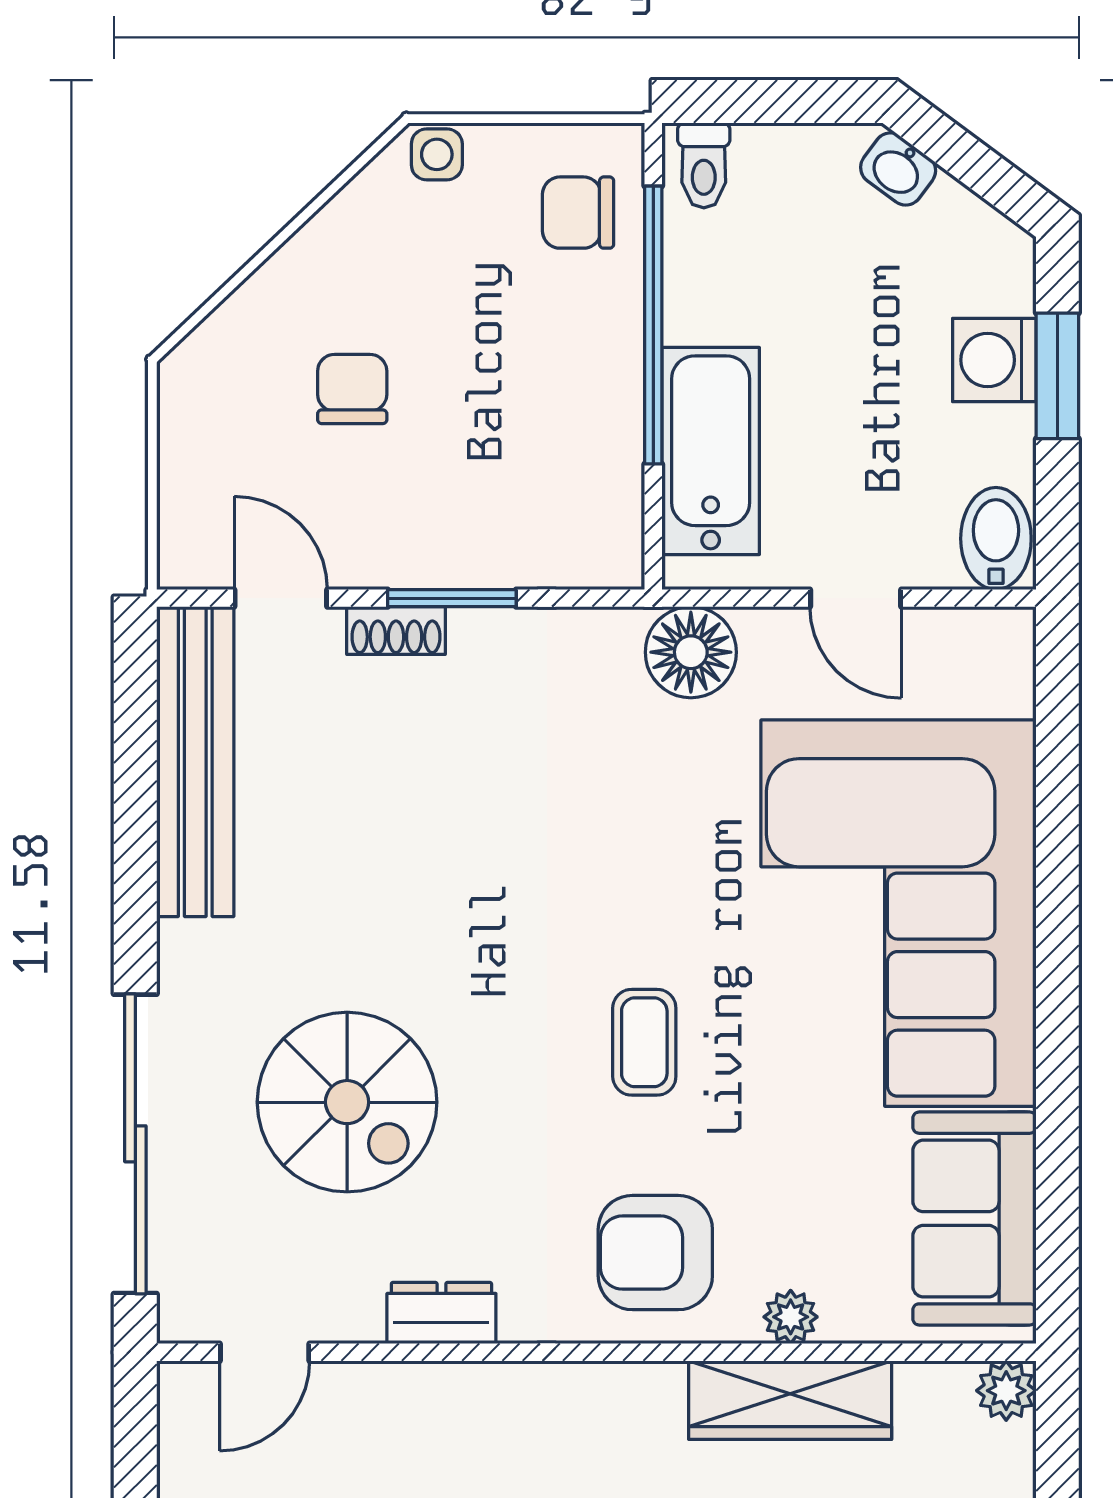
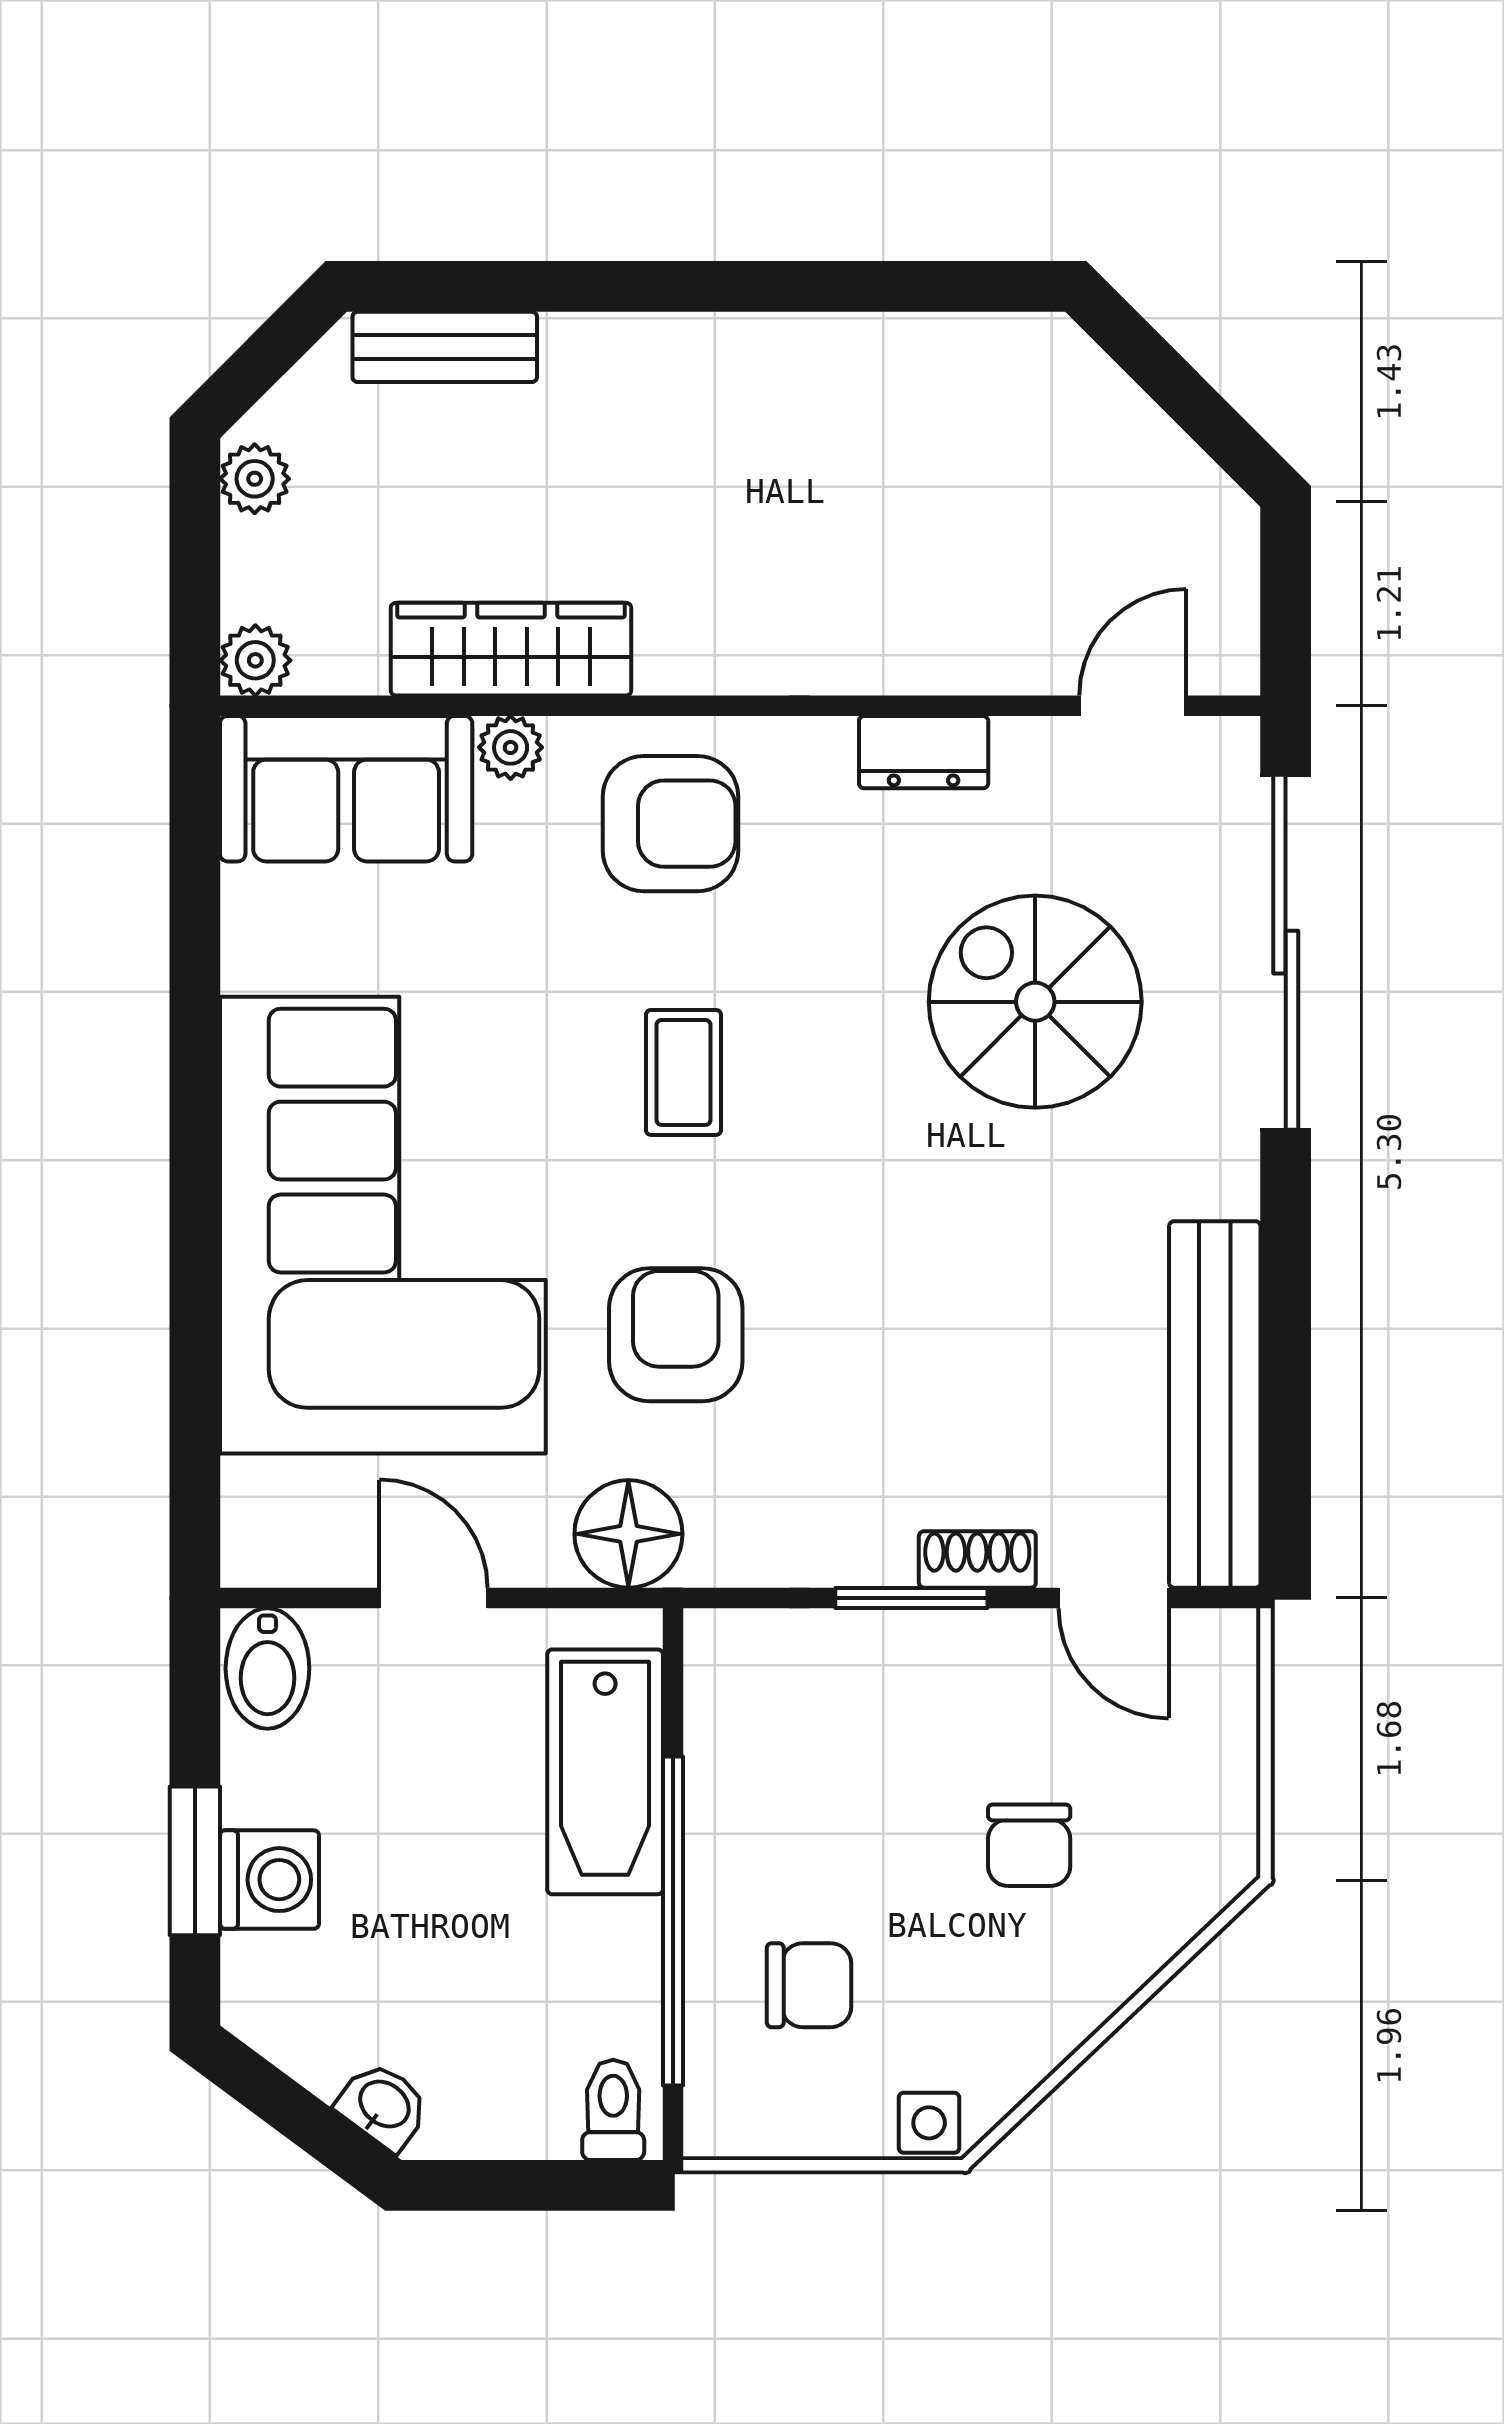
chair: (578, 213) -> (809, 1985), moved
armchair: (651, 821) -> (676, 1335), added
sofa: (974, 1219) -> (346, 789), moved, turned 90

